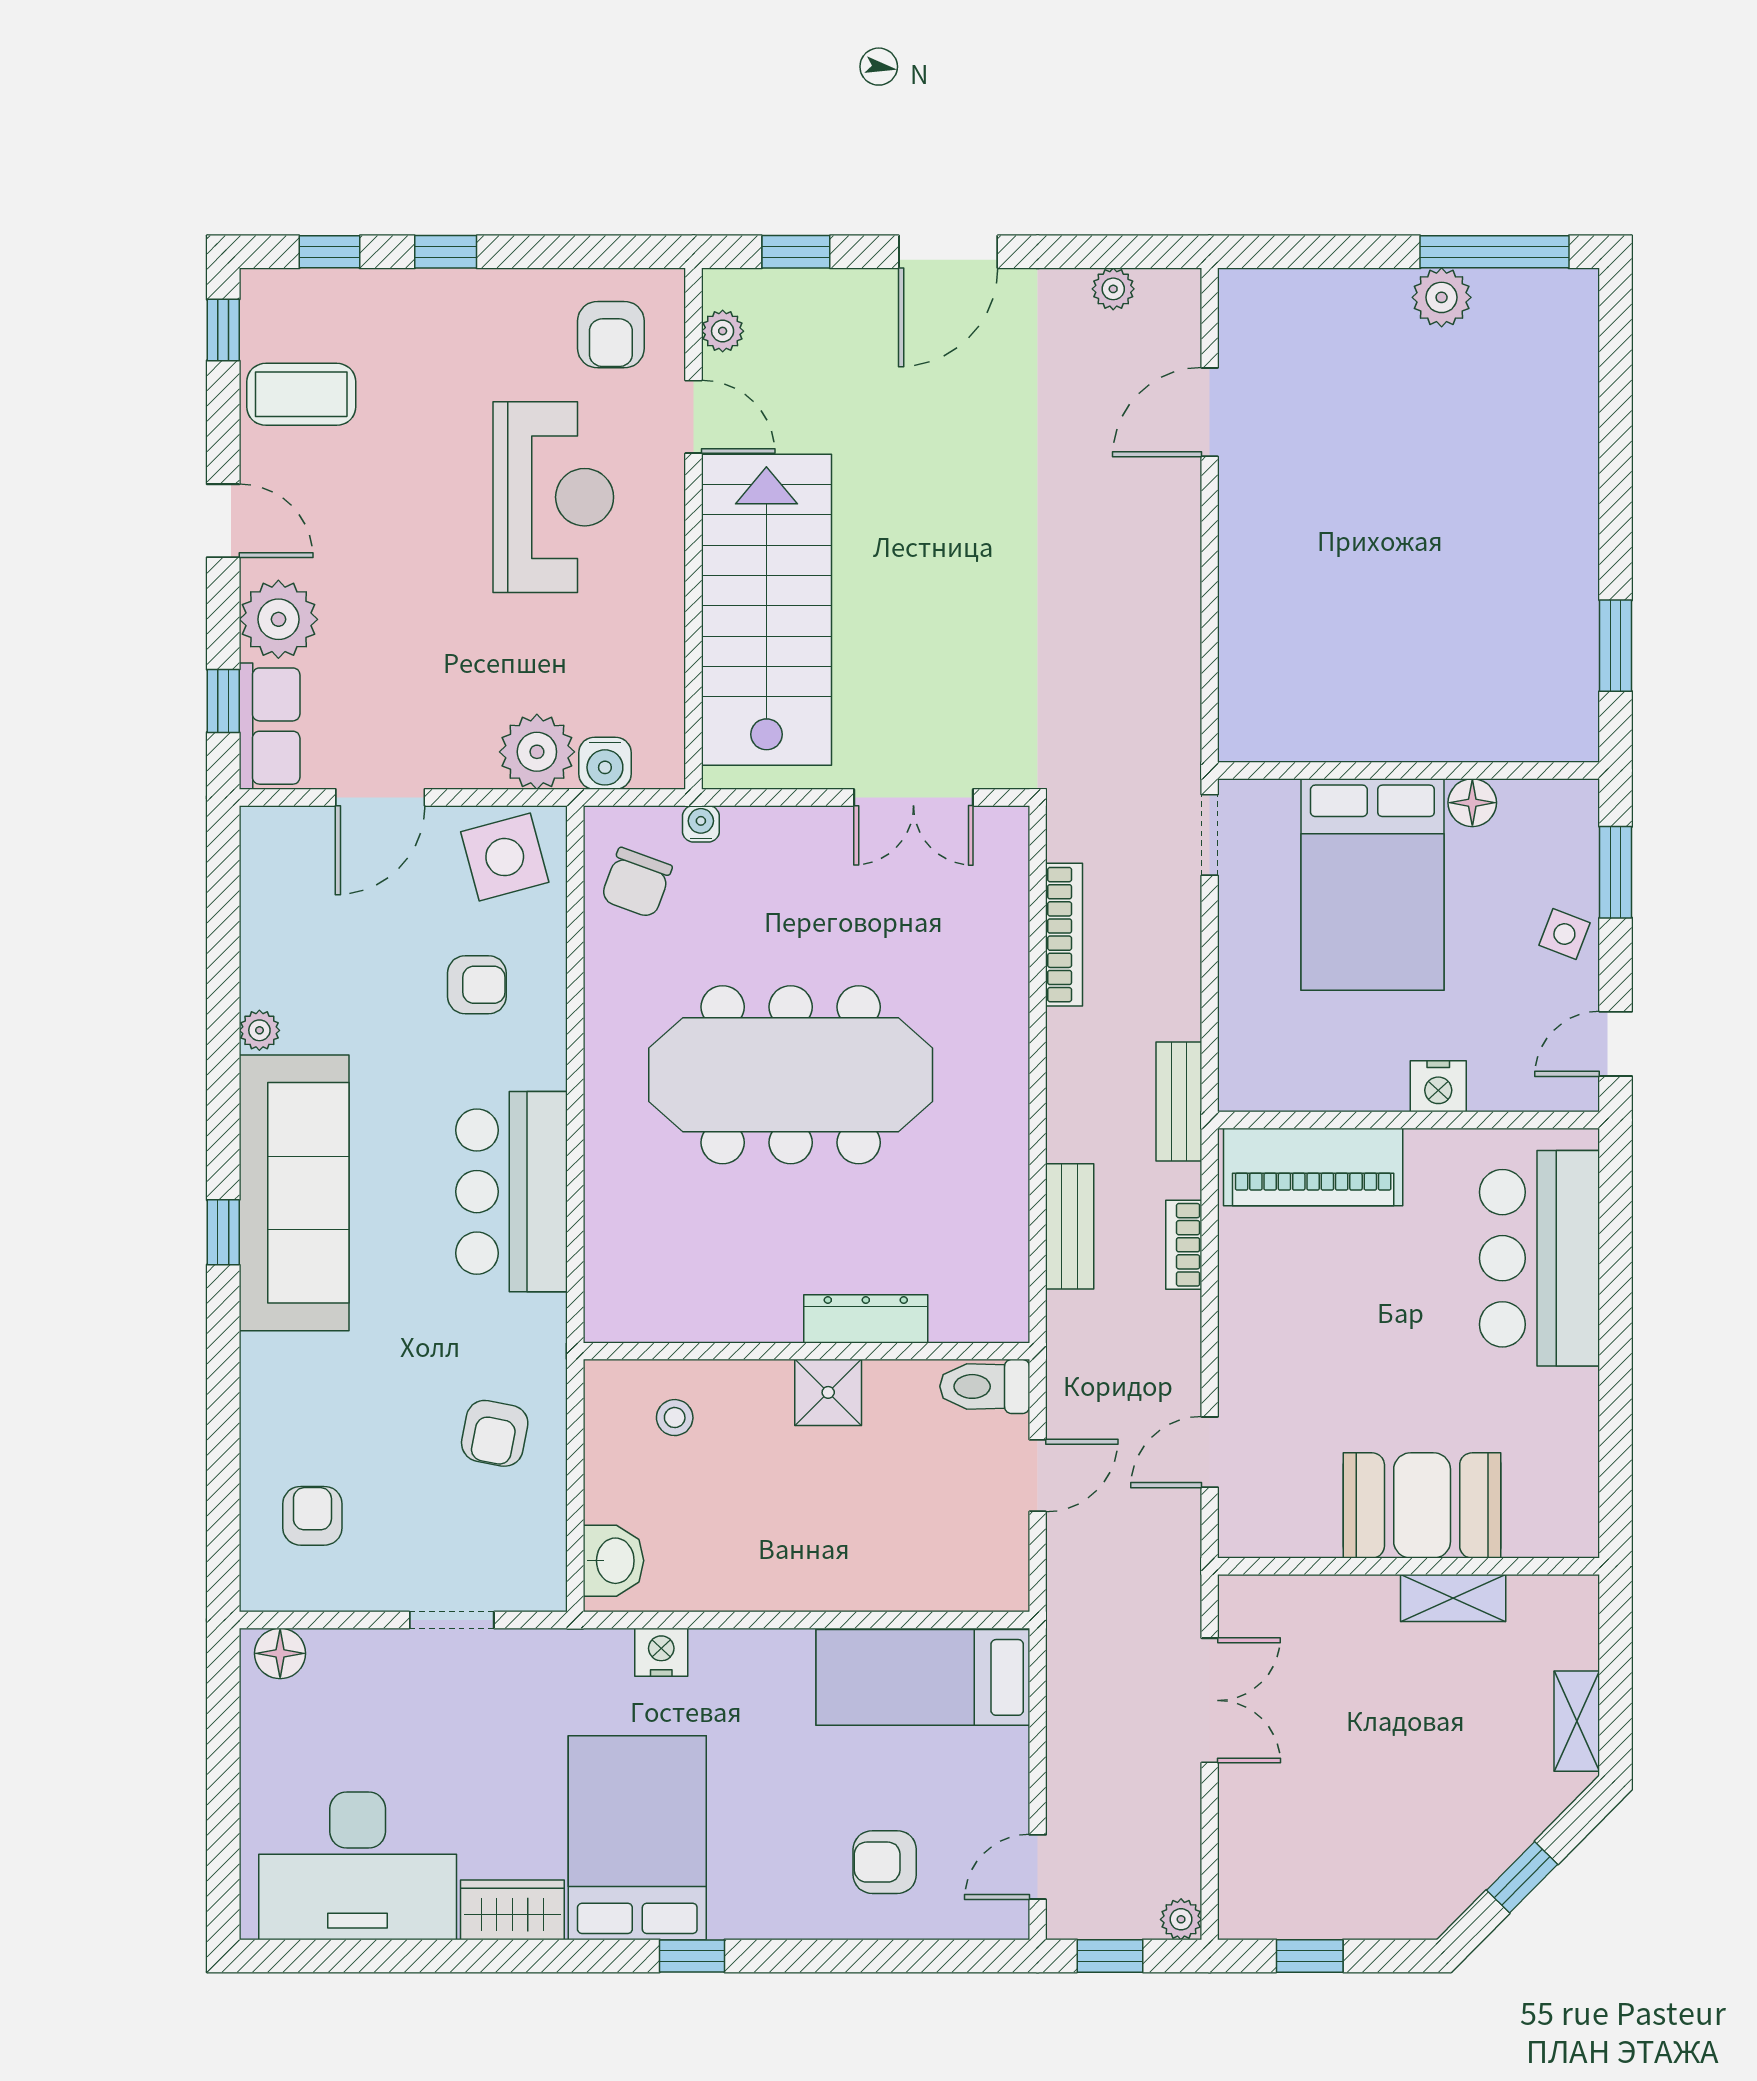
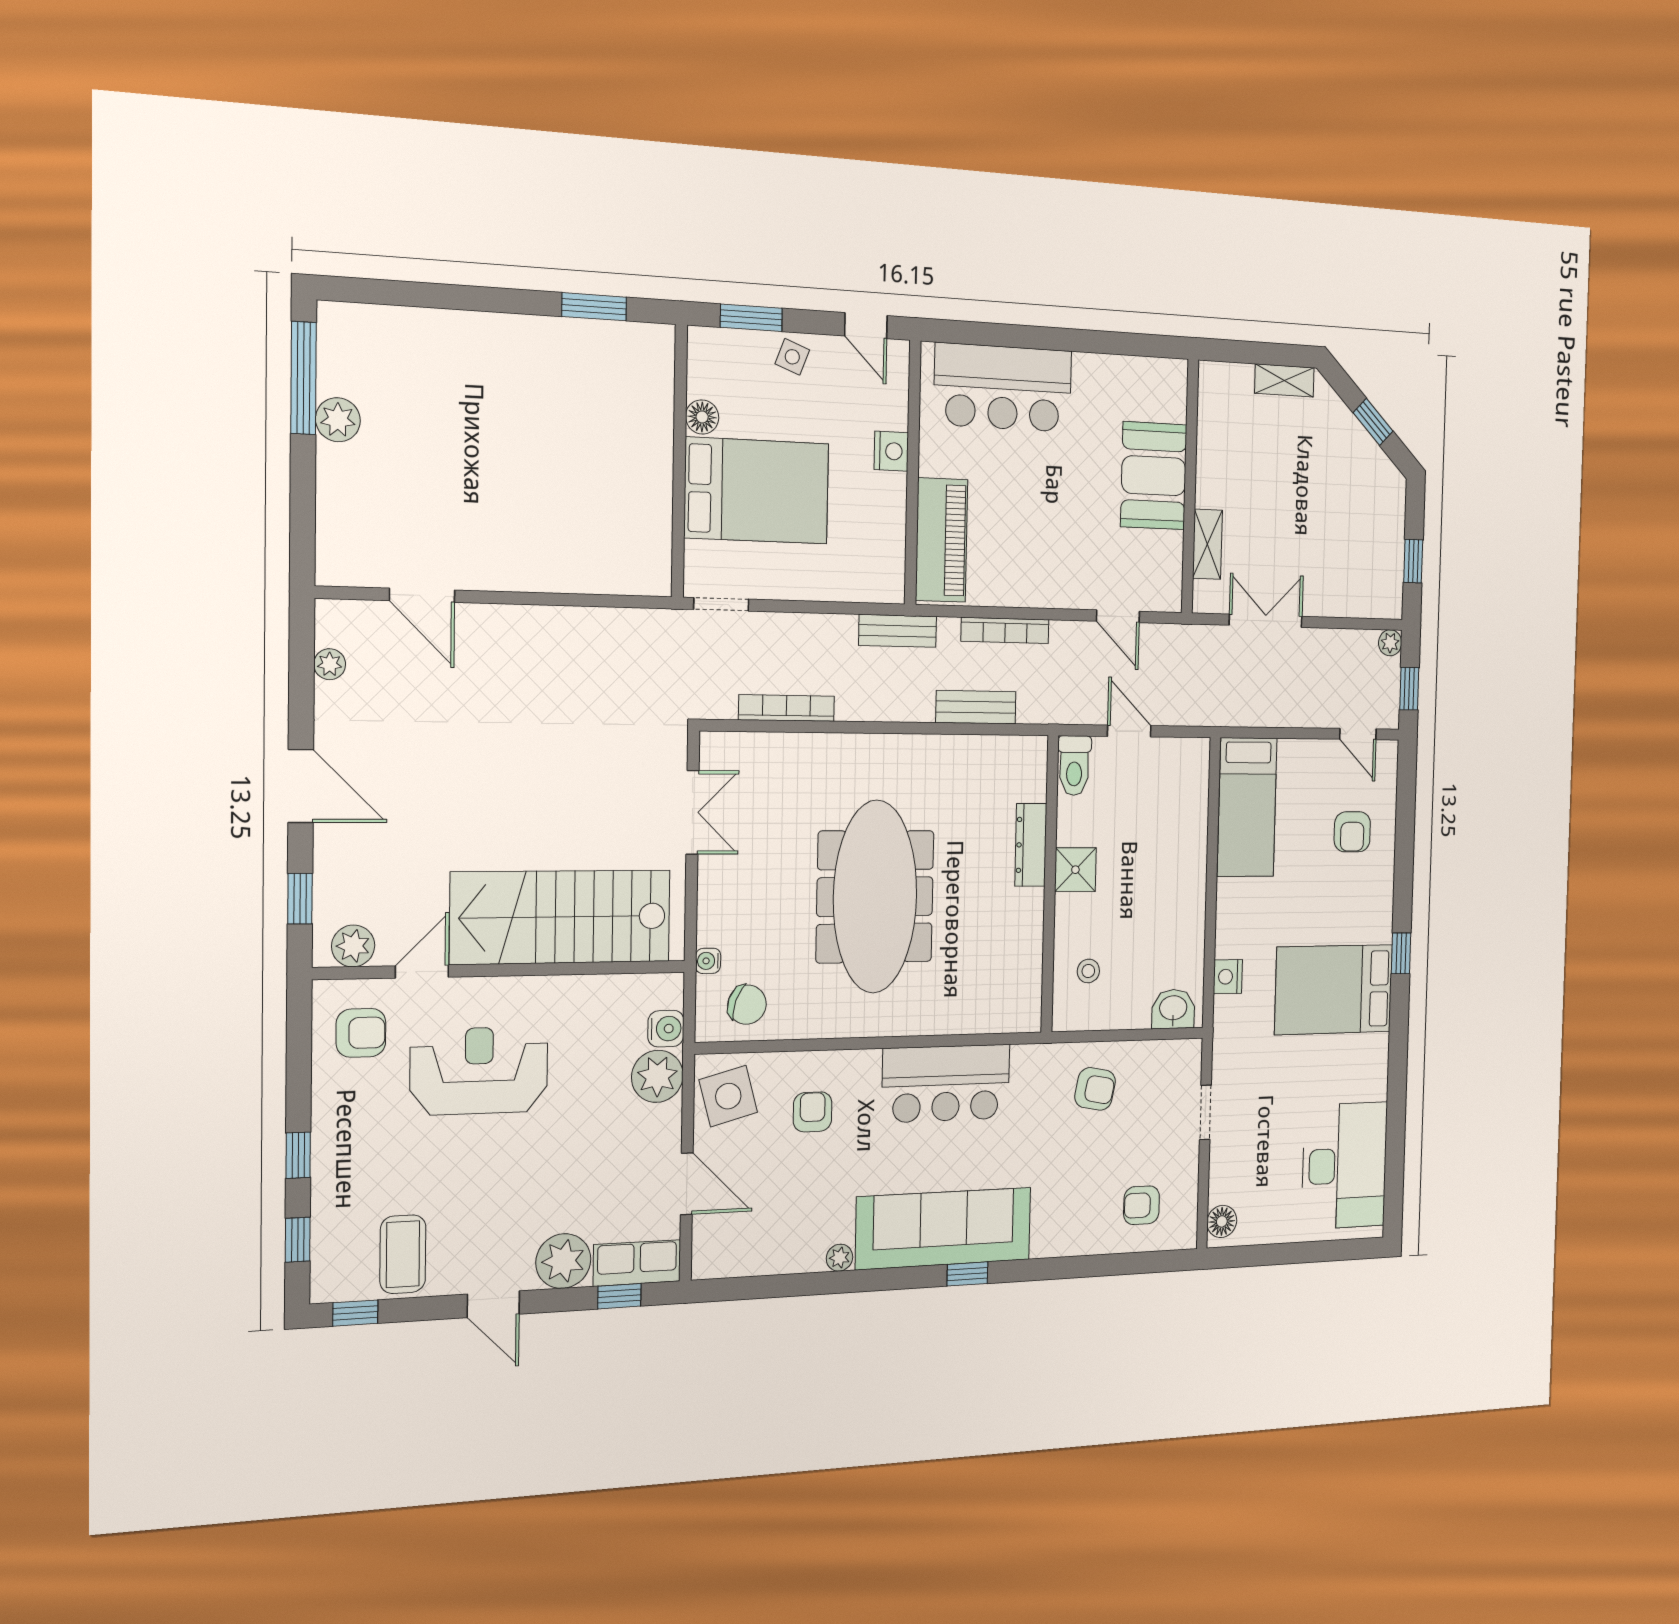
plant: (723, 331) -> (353, 946), width x1.38, depth x1.38
door: (223, 521) -> (493, 1304), swing flipped
bookcase: (1184, 1245) -> (1005, 630), width x1.56
shelving: (1453, 1598) -> (1207, 544), moved
wardrobe: (512, 1910) -> (1372, 1067), removed

